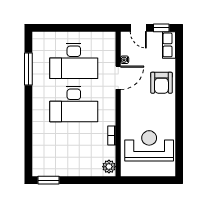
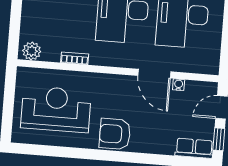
armchair: (161, 83) -> (115, 134), moved
reception desk: (149, 146) -> (56, 109), turned -90

